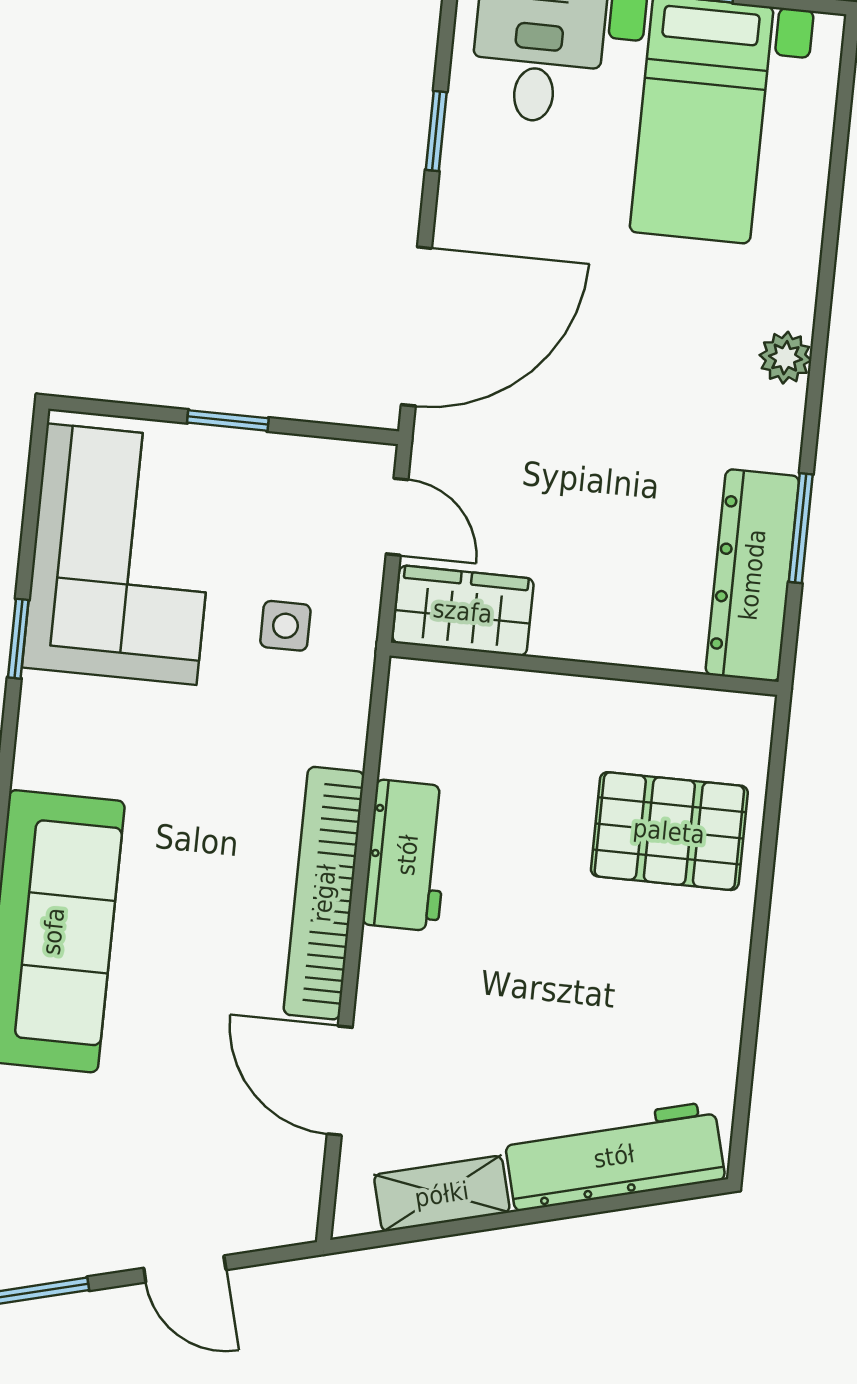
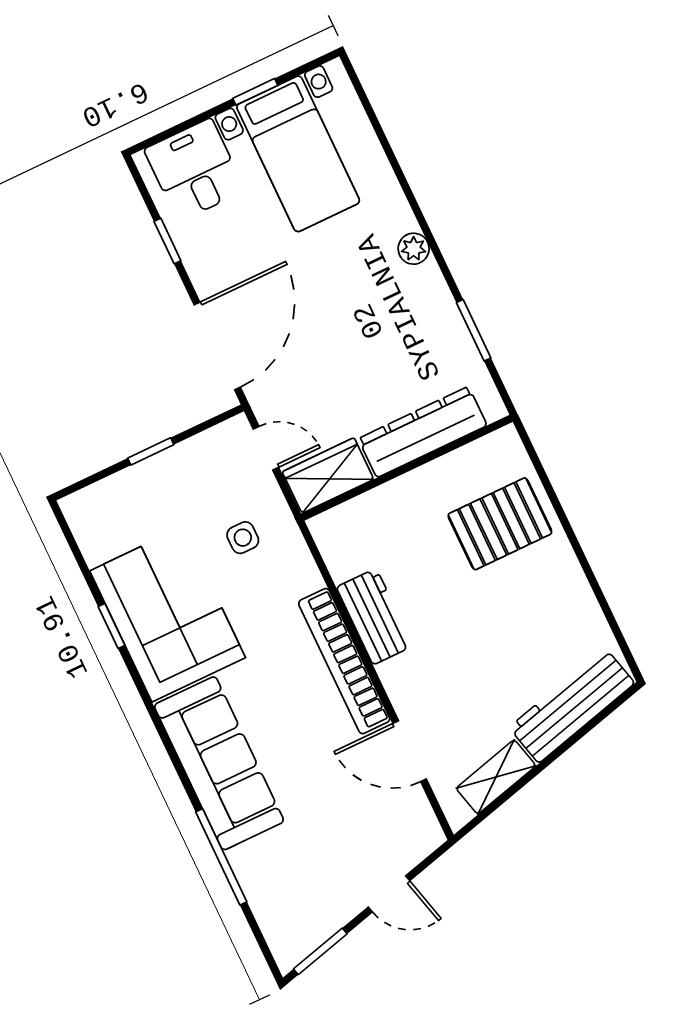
corner sofa: (121, 554) -> (168, 614), moved
dresser: (752, 575) -> (423, 432), moved, turned 90

